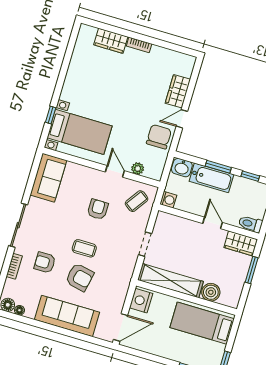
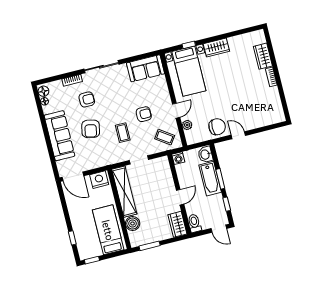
wardrobe: (178, 91) -> (216, 47), moved, turned 180
coffee table: (84, 248) -> (123, 133), moved
armchair: (45, 263) -> (87, 99), turned 90
window: (252, 270) -> (150, 246), moved

